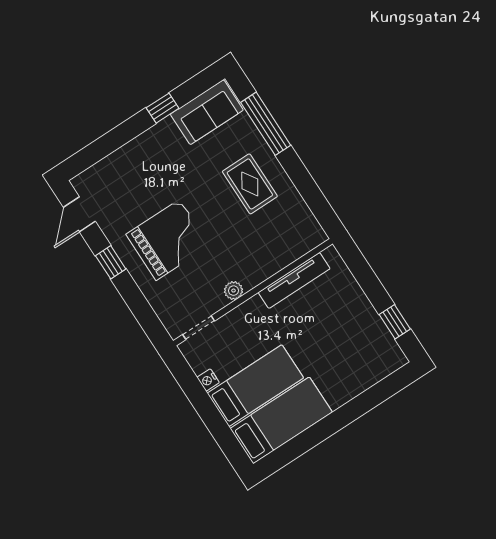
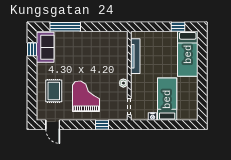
window: (163, 108) -> (32, 49), moved
rug: (250, 184) -> (54, 91), moved, turned 90
window: (111, 262) -> (102, 125), moved
bed: (281, 420) -> (188, 54), moved, turned 180

